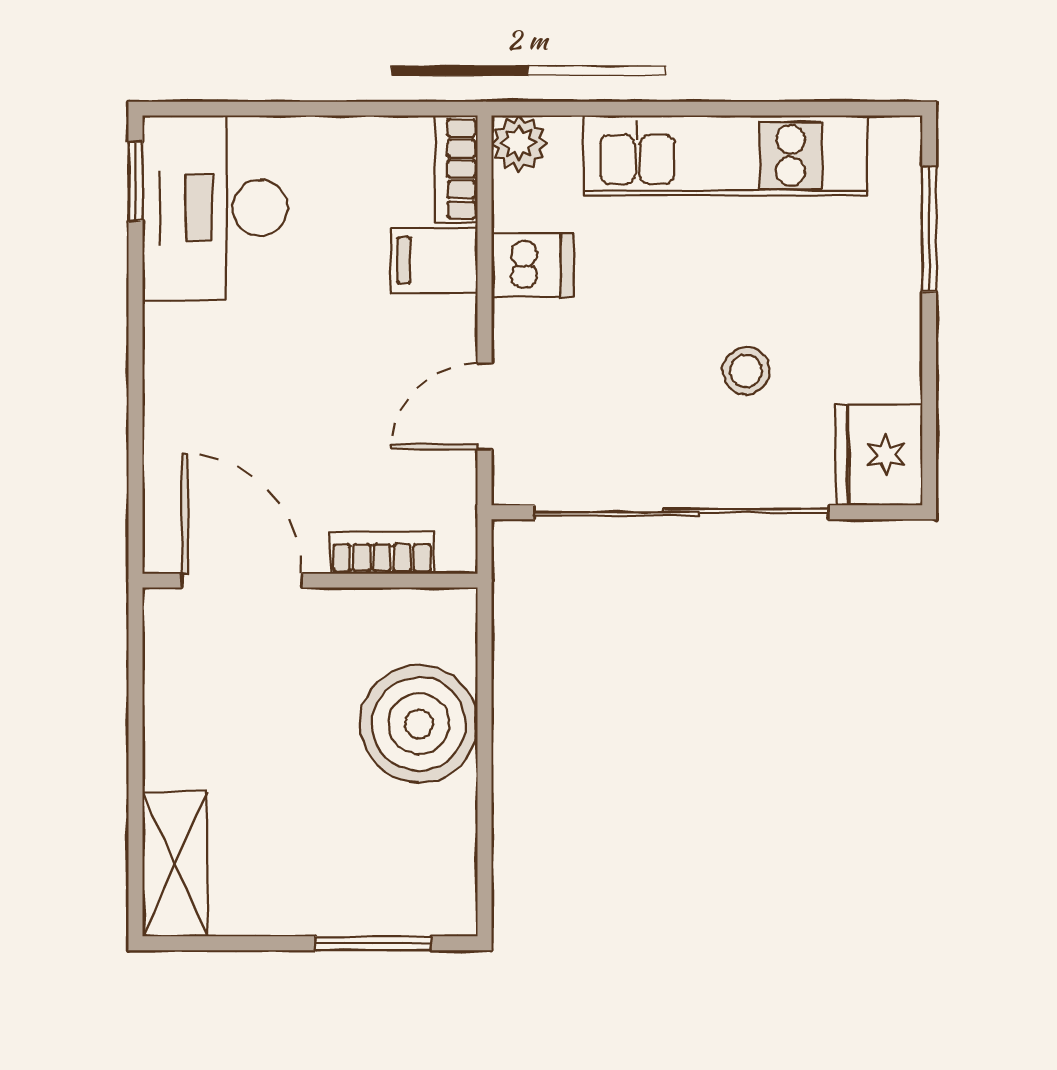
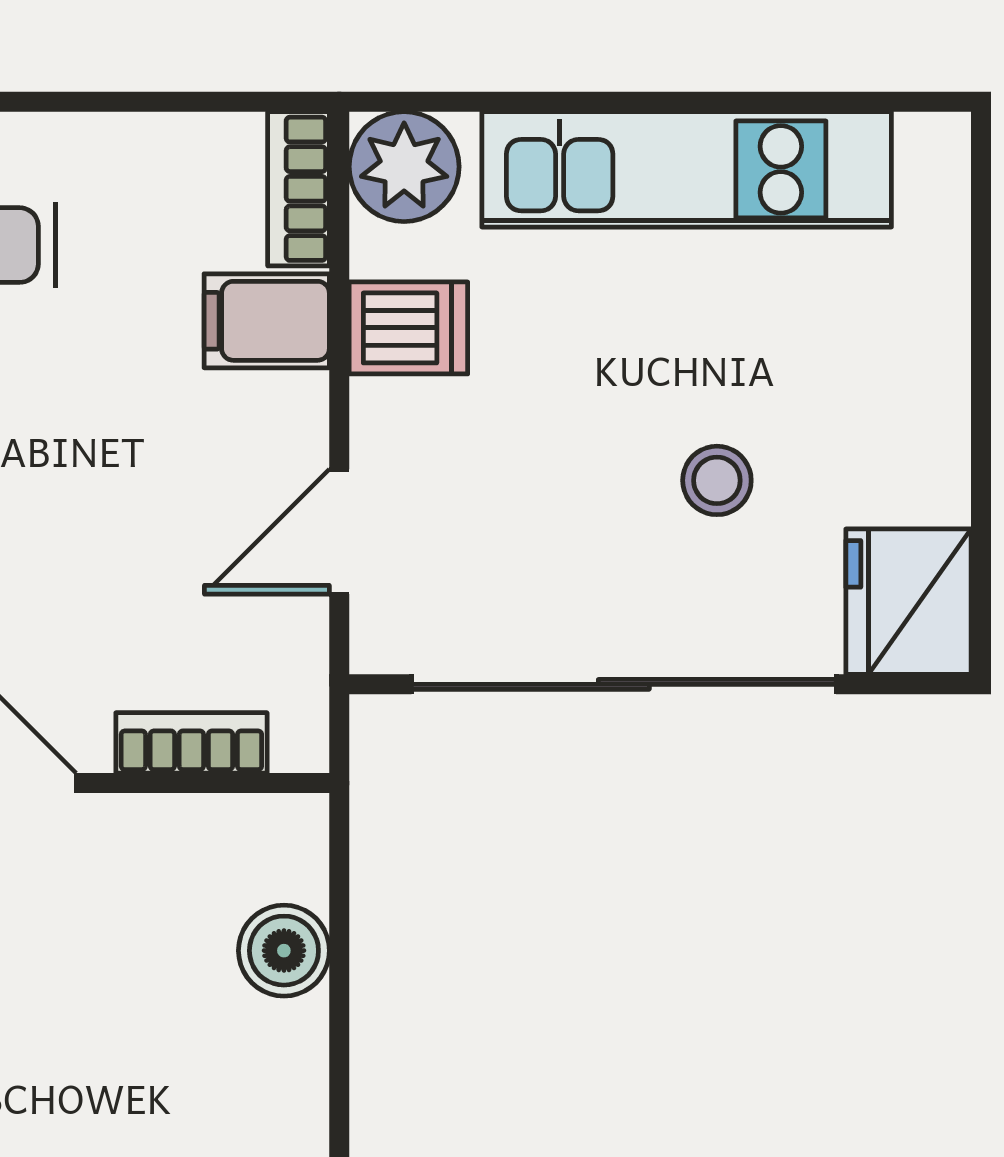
plant: (519, 143) -> (404, 167), width x1.38, depth x1.38
window: (929, 229) -> (981, 275), removed
boiler: (419, 724) -> (284, 951), width x0.54, depth x0.54

